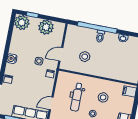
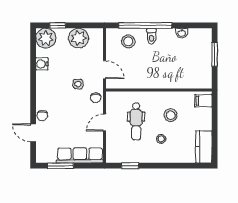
door: (61, 54) -> (105, 70), swing flipped
stool: (85, 57) -> (128, 41), moved
water cooler: (12, 59) -> (42, 64), moved
door: (51, 103) -> (105, 123), moved

